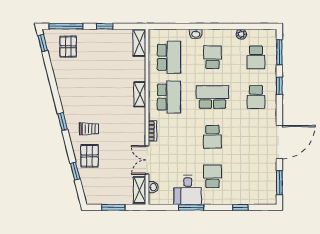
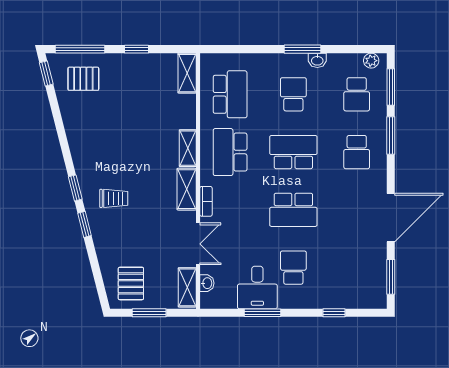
window: (219, 26) -> (303, 49), added
washbasin: (196, 34) -> (317, 60), moved
plant: (241, 34) -> (371, 61), moved
pallet: (68, 47) -> (83, 79), turned 90
window: (279, 86) -> (391, 136), width x1.50
school desk: (169, 97) -> (230, 152), turned 180
shelving: (139, 122) -> (187, 189), added
school desk: (212, 137) -> (293, 210), width x1.85
pallet: (90, 156) -> (131, 283), moved
double door: (147, 160) -> (198, 244), swing flipped
window: (75, 171) -> (84, 224), moved

